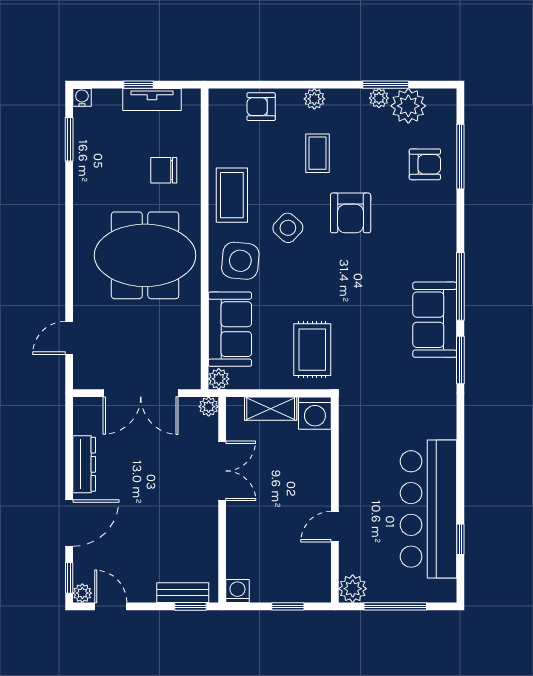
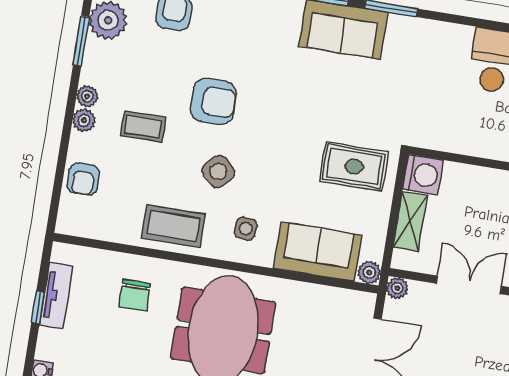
plant: (379, 98) -> (87, 96), moved
side table: (240, 261) -> (246, 229), width x0.54, depth x0.54

